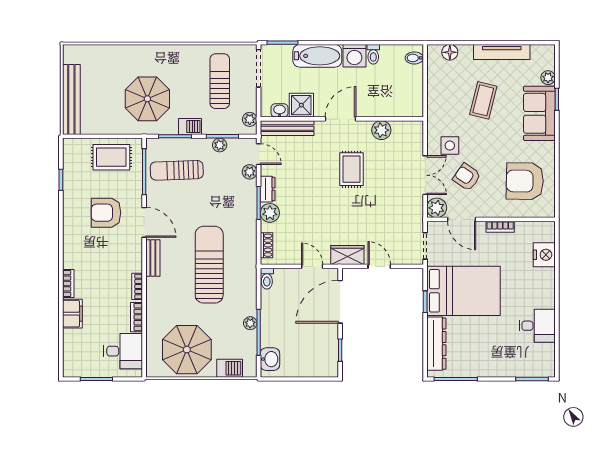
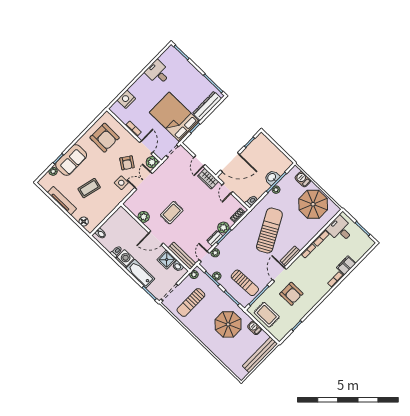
barbecue: (190, 126) -> (255, 328), moved
sun lounger: (209, 265) -> (269, 231), turned 152
washbasin: (270, 359) -> (272, 177), moved

